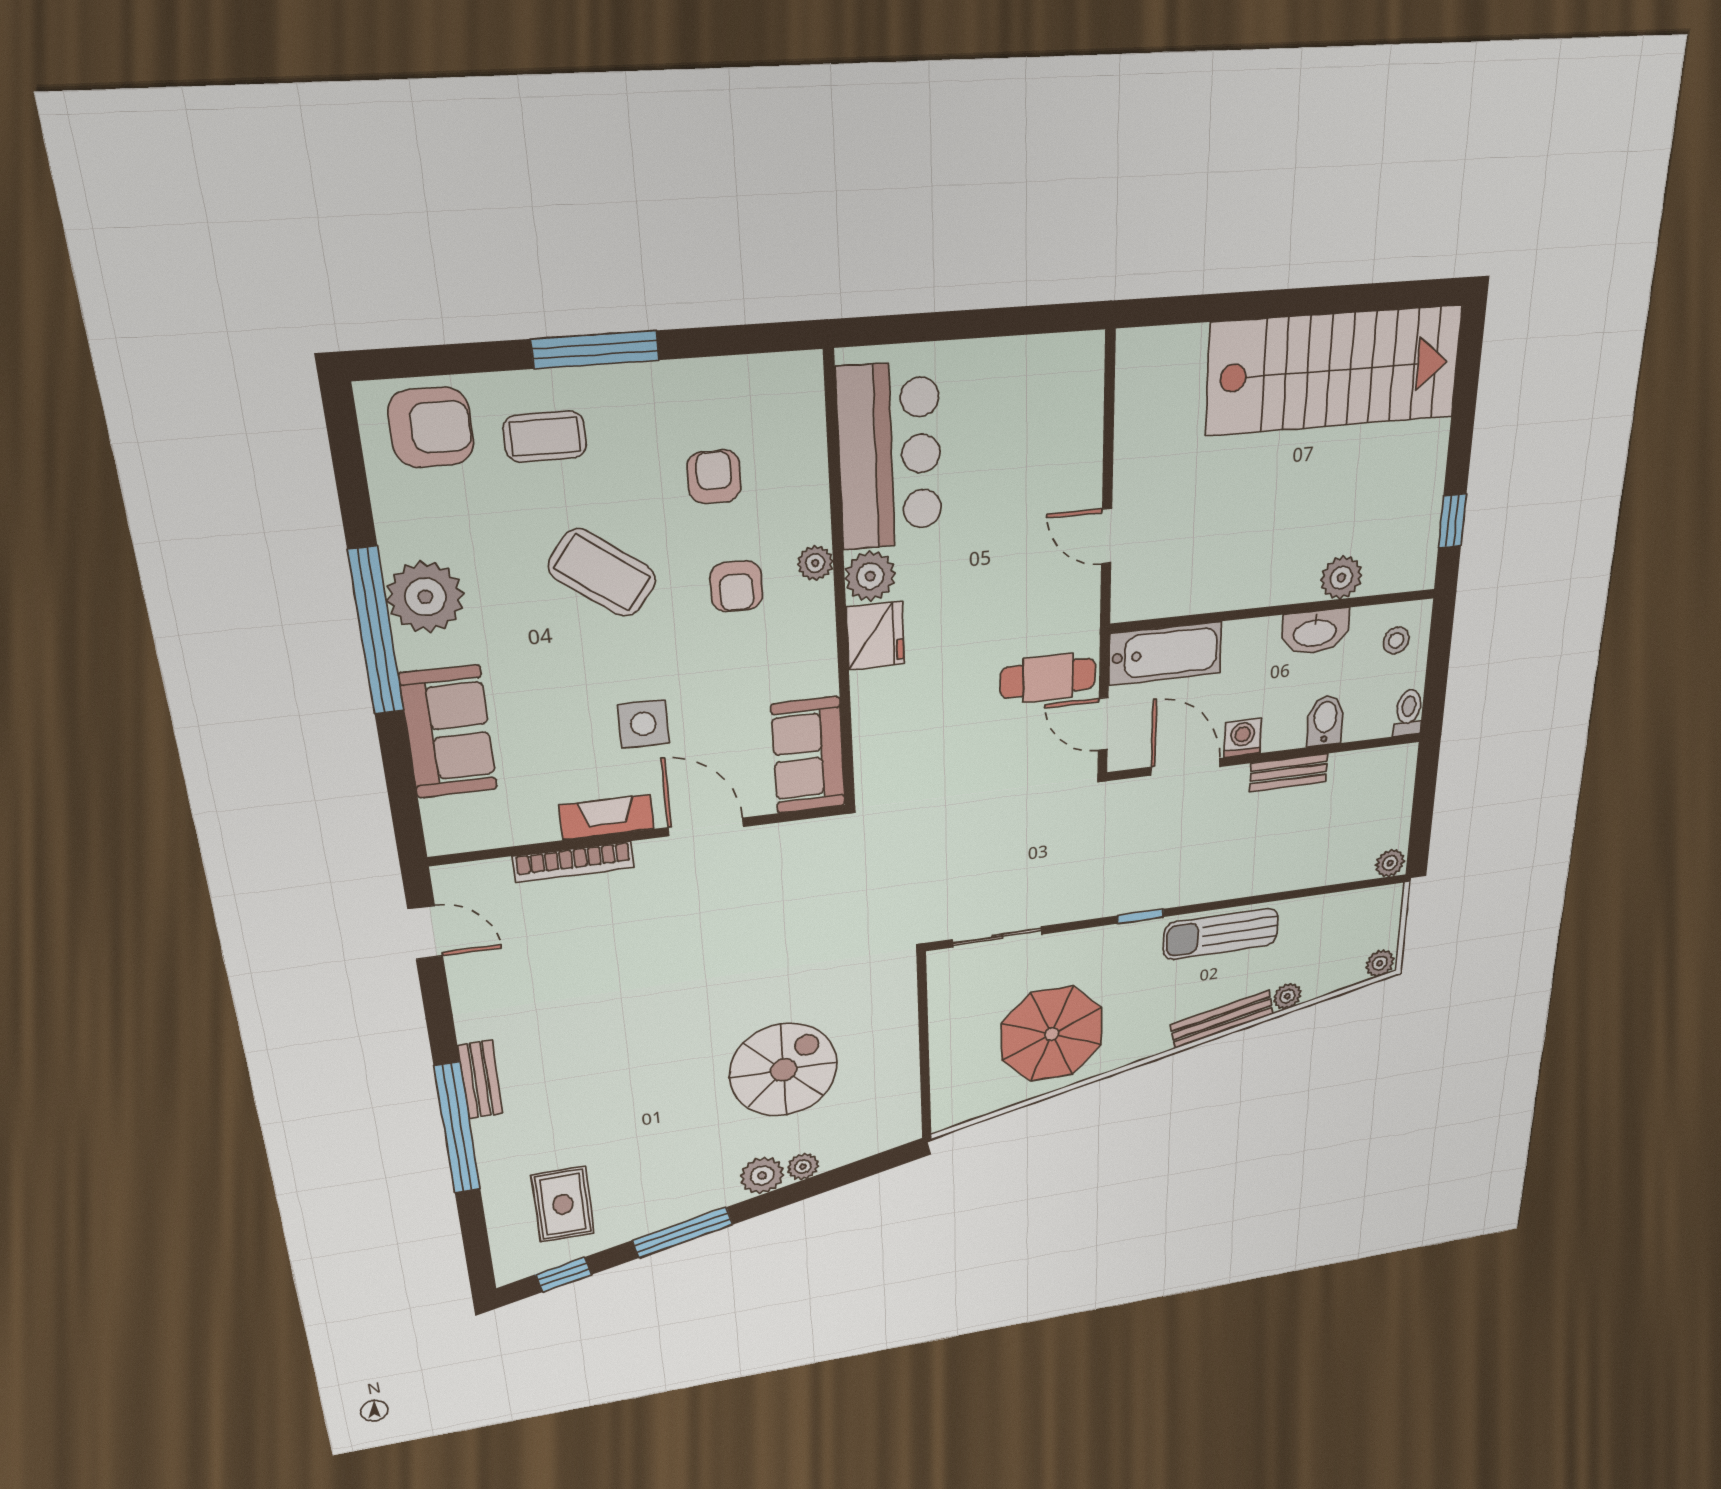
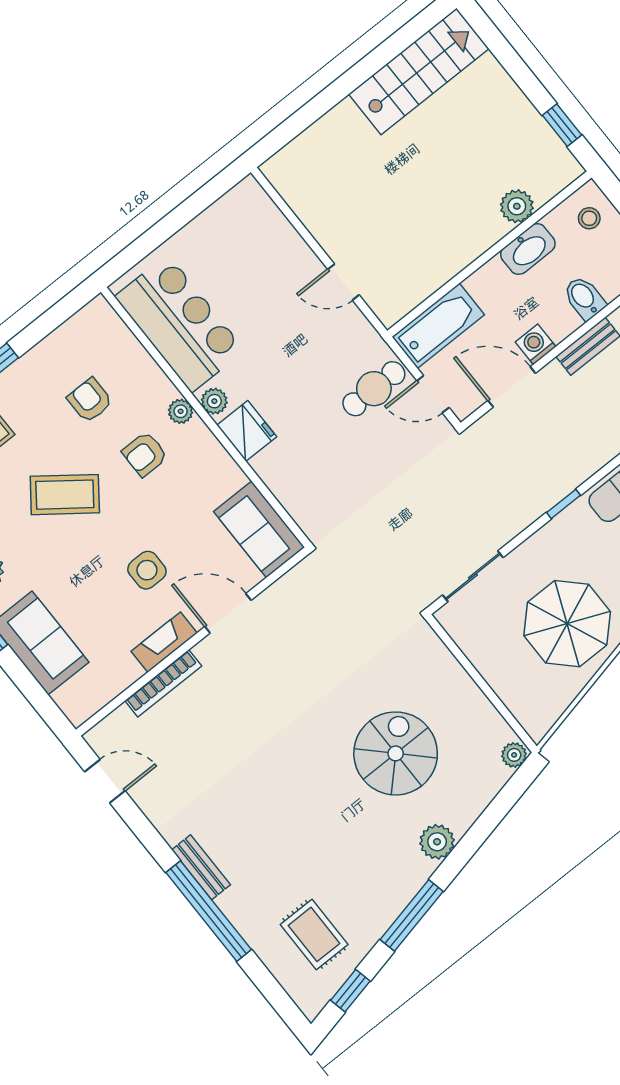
stairs: (1334, 370) -> (419, 71), width x0.73, depth x0.66
plant: (870, 576) -> (214, 401), width x0.73, depth x0.73
armchair: (736, 586) -> (145, 454), turned 90
plant: (803, 1167) -> (514, 755), moved

